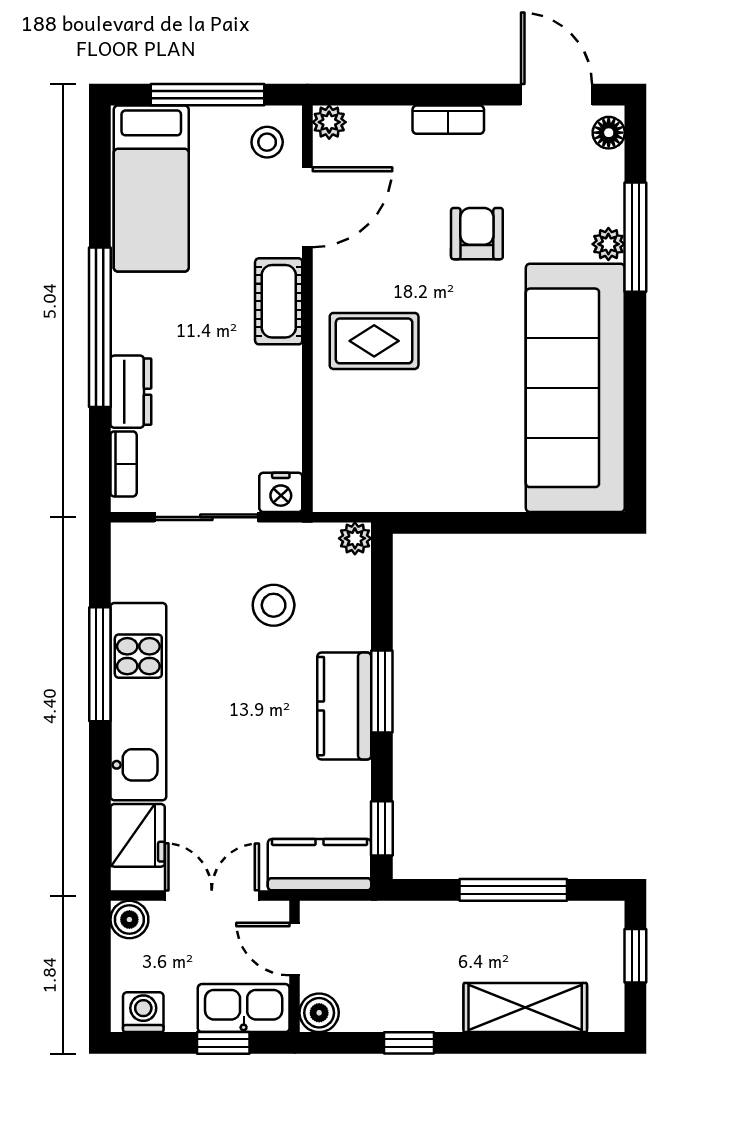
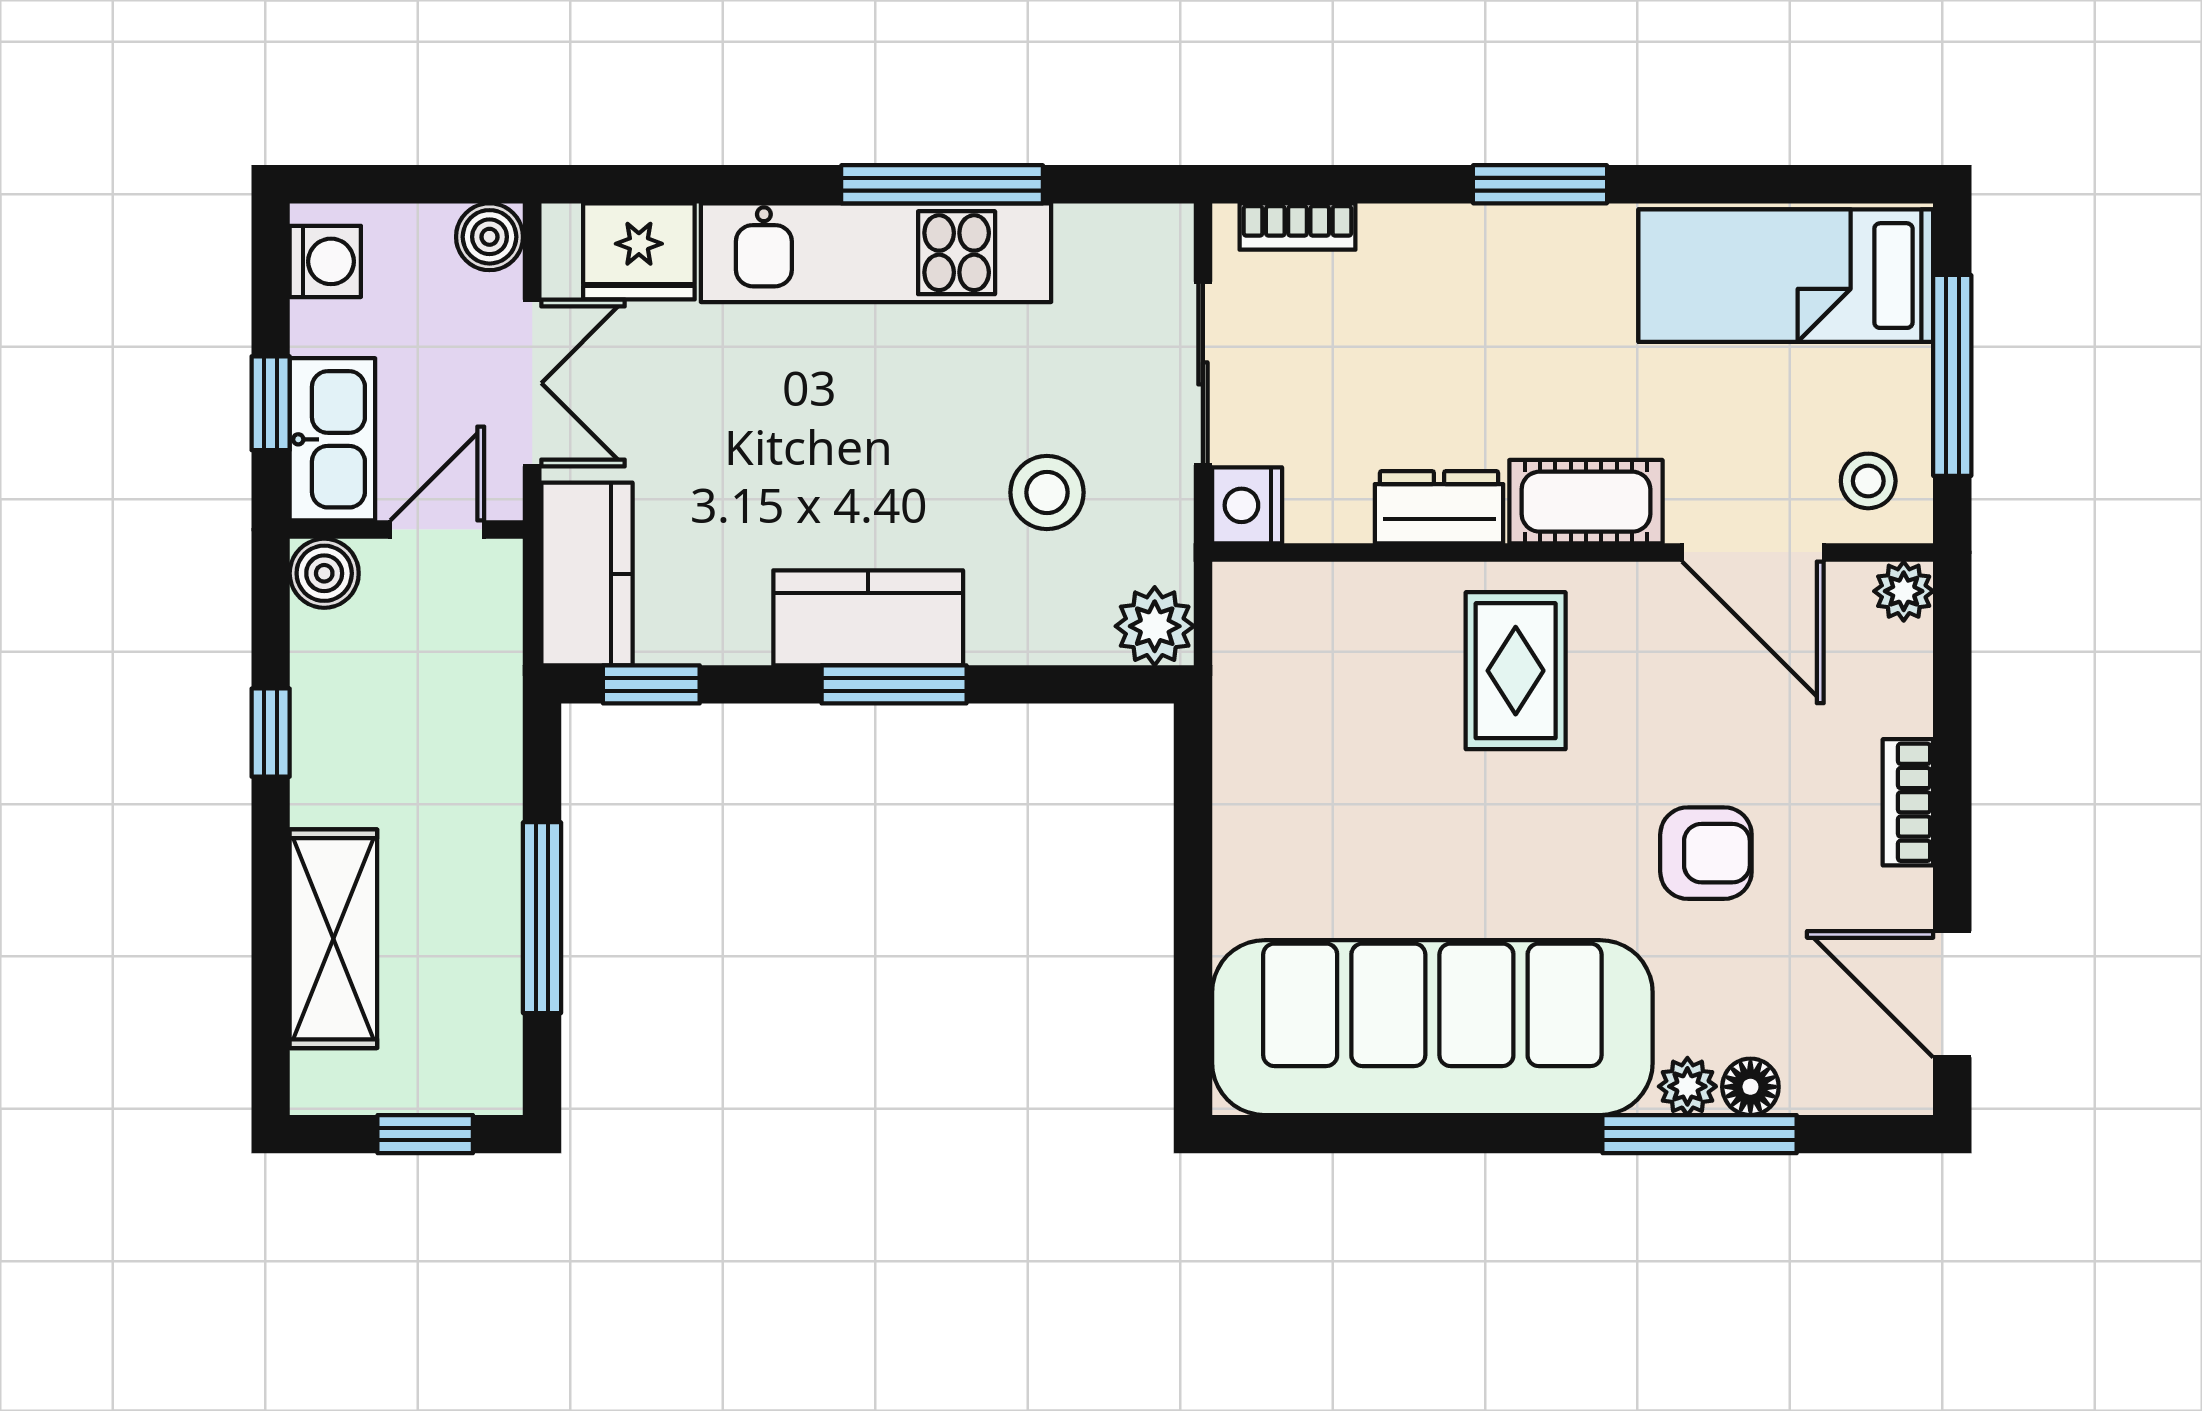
door: (556, 95) -> (1952, 994), swing flipped
floor lamp: (609, 133) -> (1750, 1087), moved
window: (100, 327) -> (1540, 184), width x0.47
dresser: (131, 392) -> (1439, 507), moved, turned 180
plant: (355, 538) -> (1155, 626), width x1.38, depth x1.38

